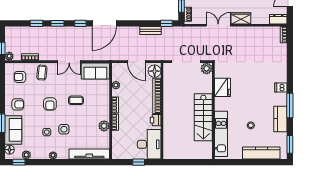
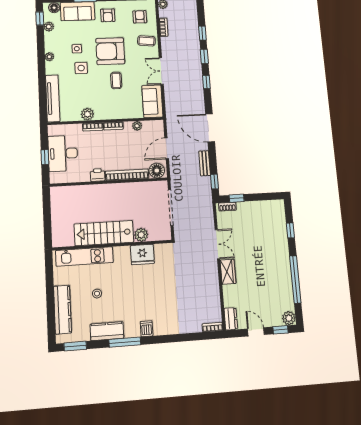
door: (104, 23) -> (210, 128), moved
plant: (207, 68) -> (141, 235), moved
armchair: (50, 104) -> (110, 51), width x1.88, depth x1.88
desk: (149, 144) -> (63, 153), moved, turned 90

